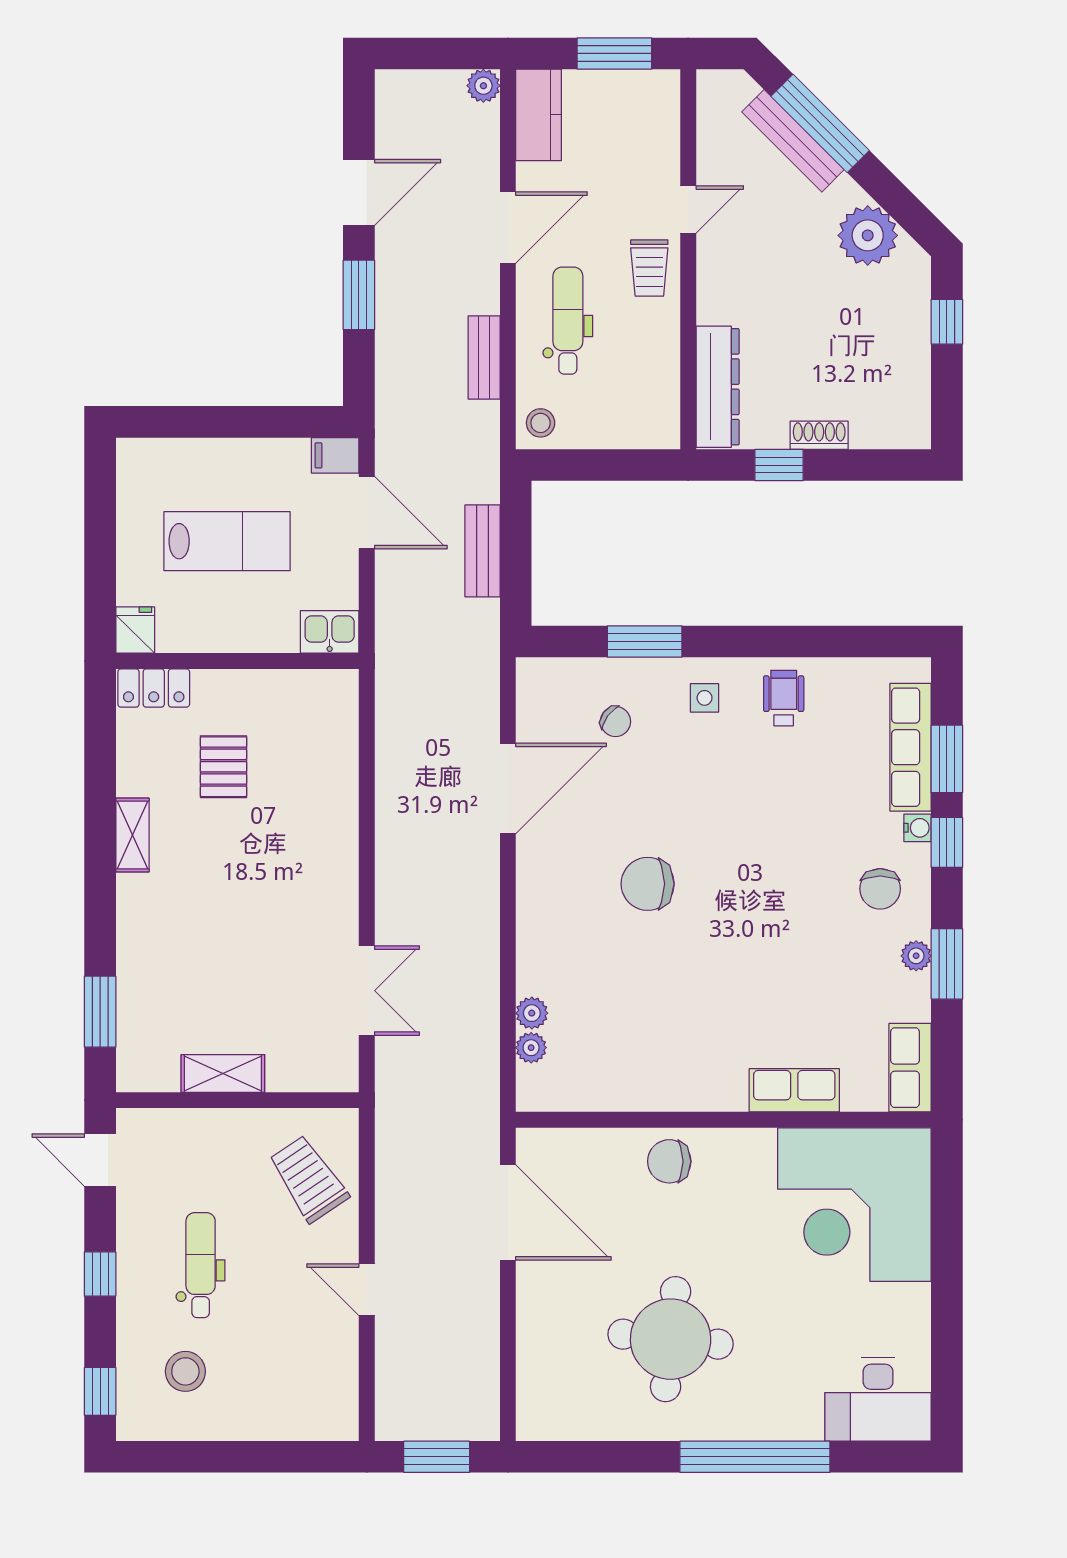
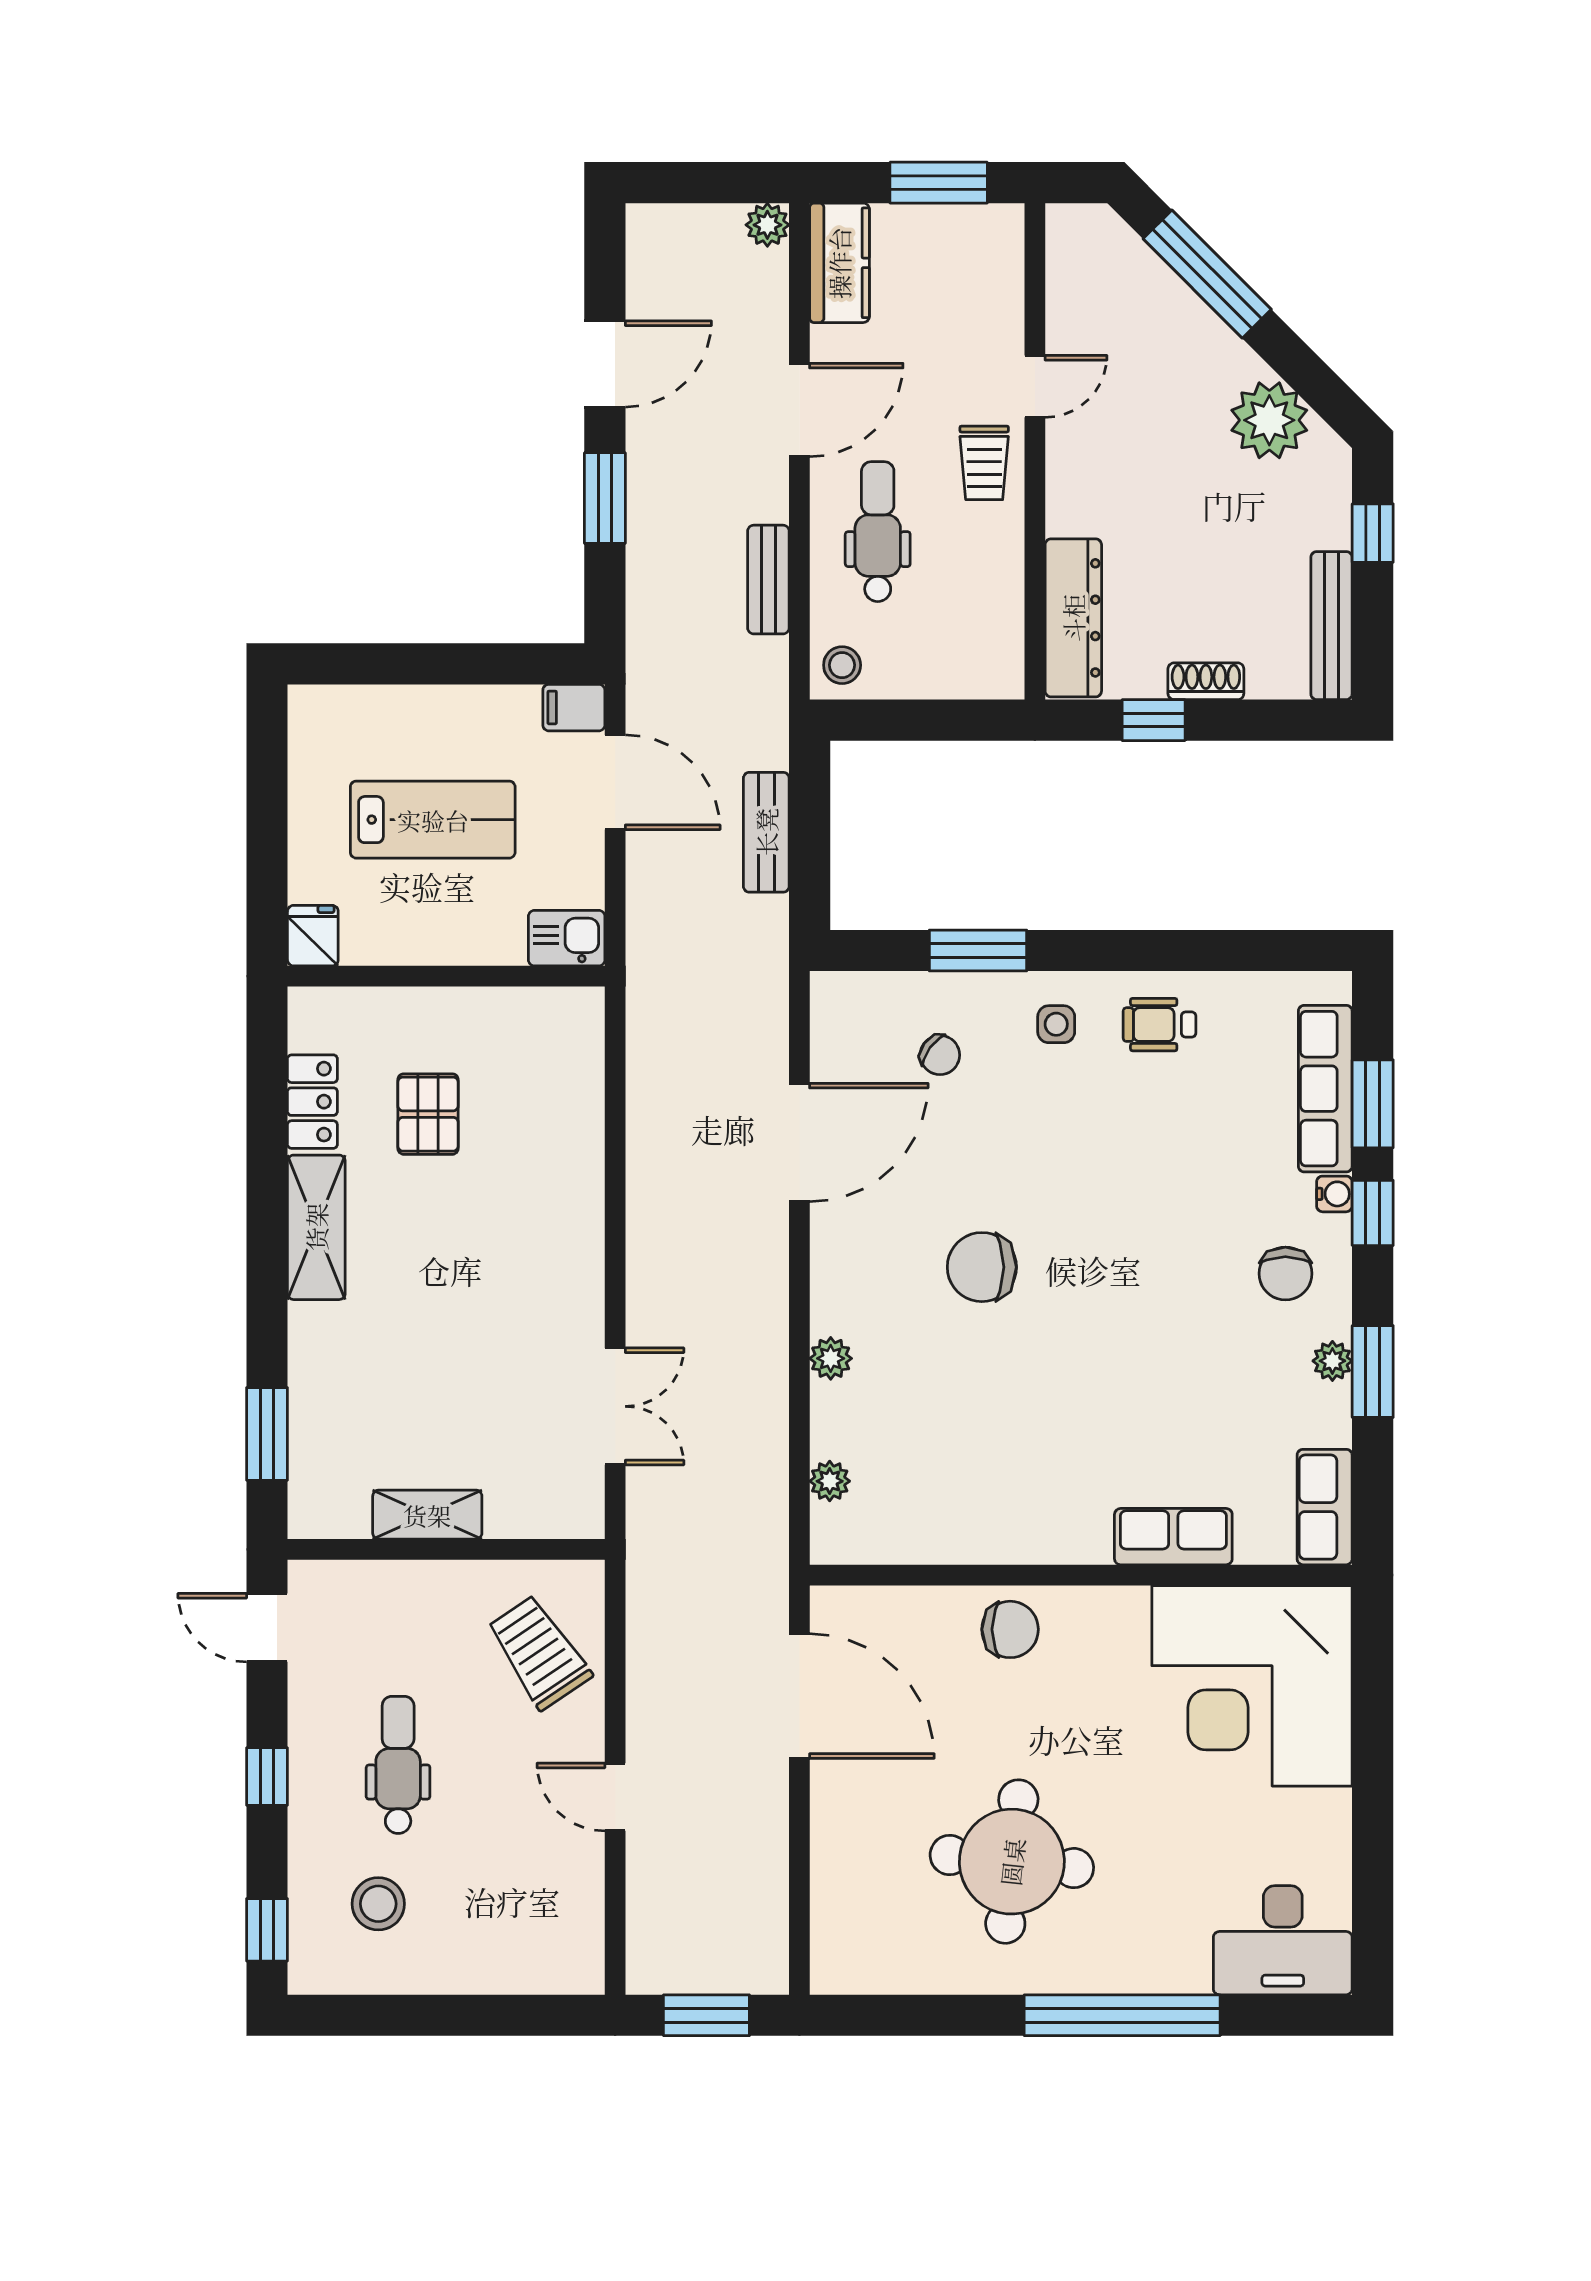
bench: (793, 141) -> (1332, 626), moved, turned 45
locker: (154, 688) -> (312, 1102), moved, turned -90
wheelchair: (784, 698) -> (1160, 1025), turned -90
shelving: (132, 835) -> (316, 1227), width x1.50, depth x1.33
plant: (532, 1013) -> (831, 1358), moved
chair: (669, 1161) -> (1010, 1629), turned 180

